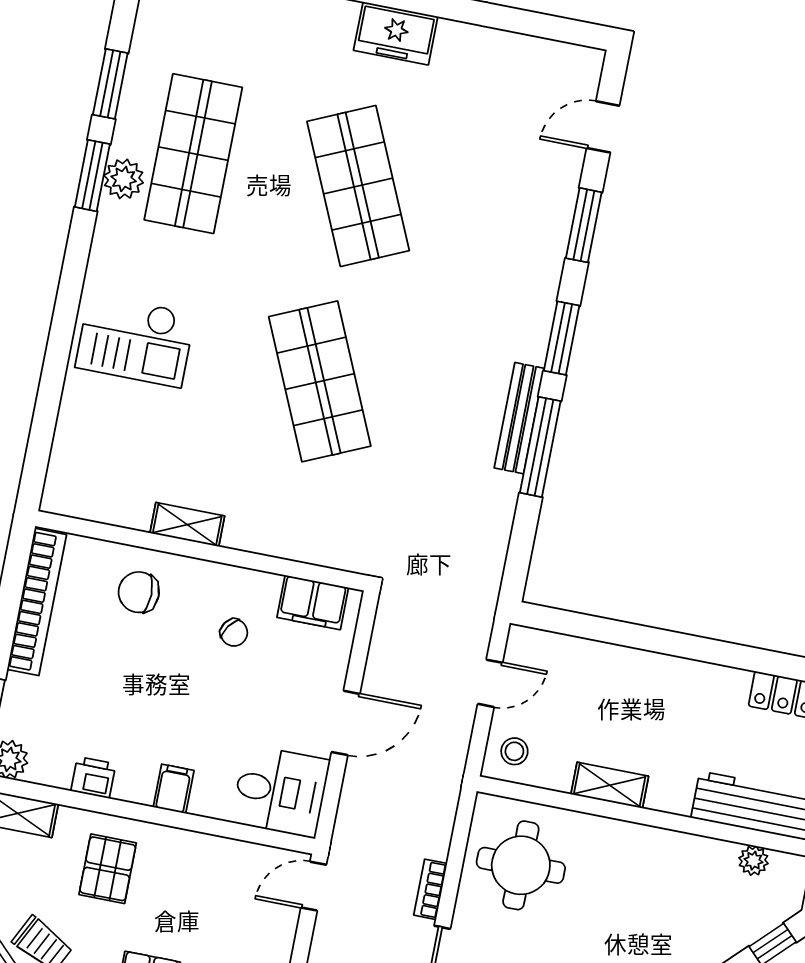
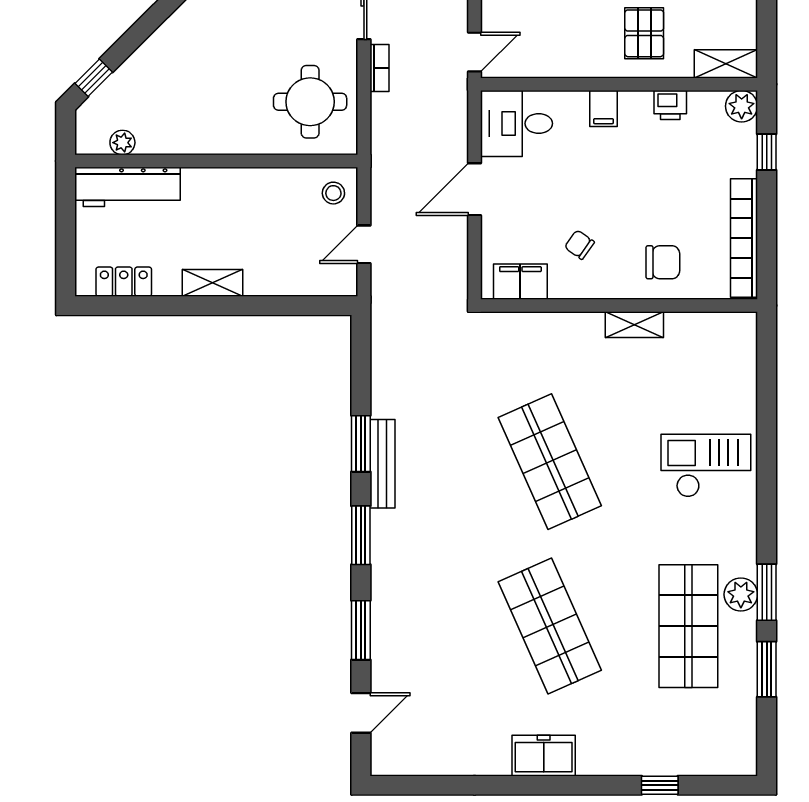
window: (540, 447) -> (361, 444), width x0.69
shelving: (610, 785) -> (213, 283), moved

